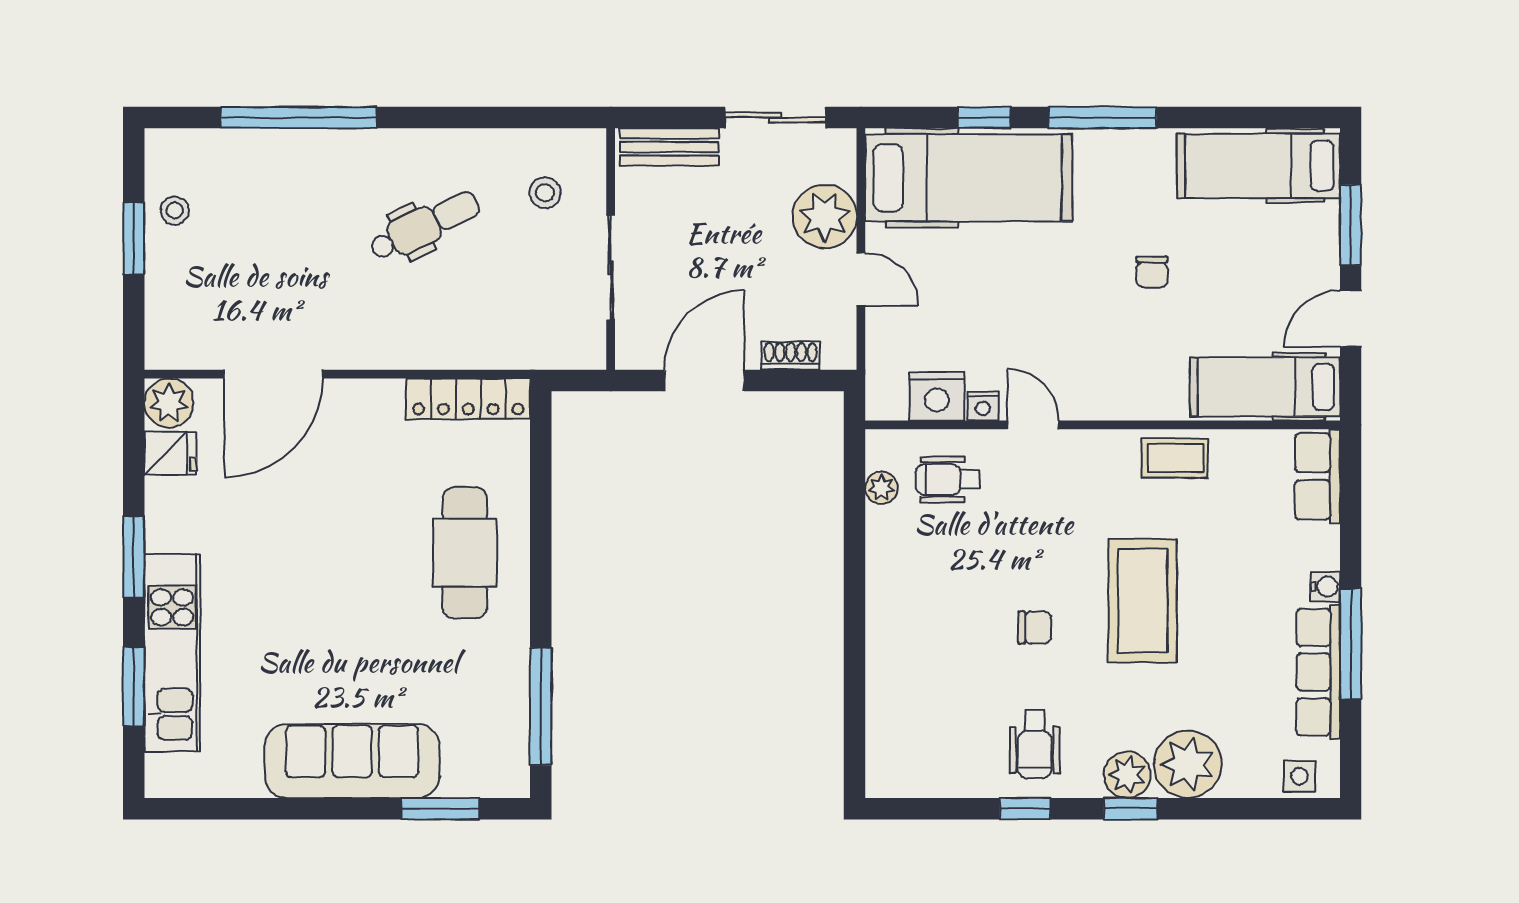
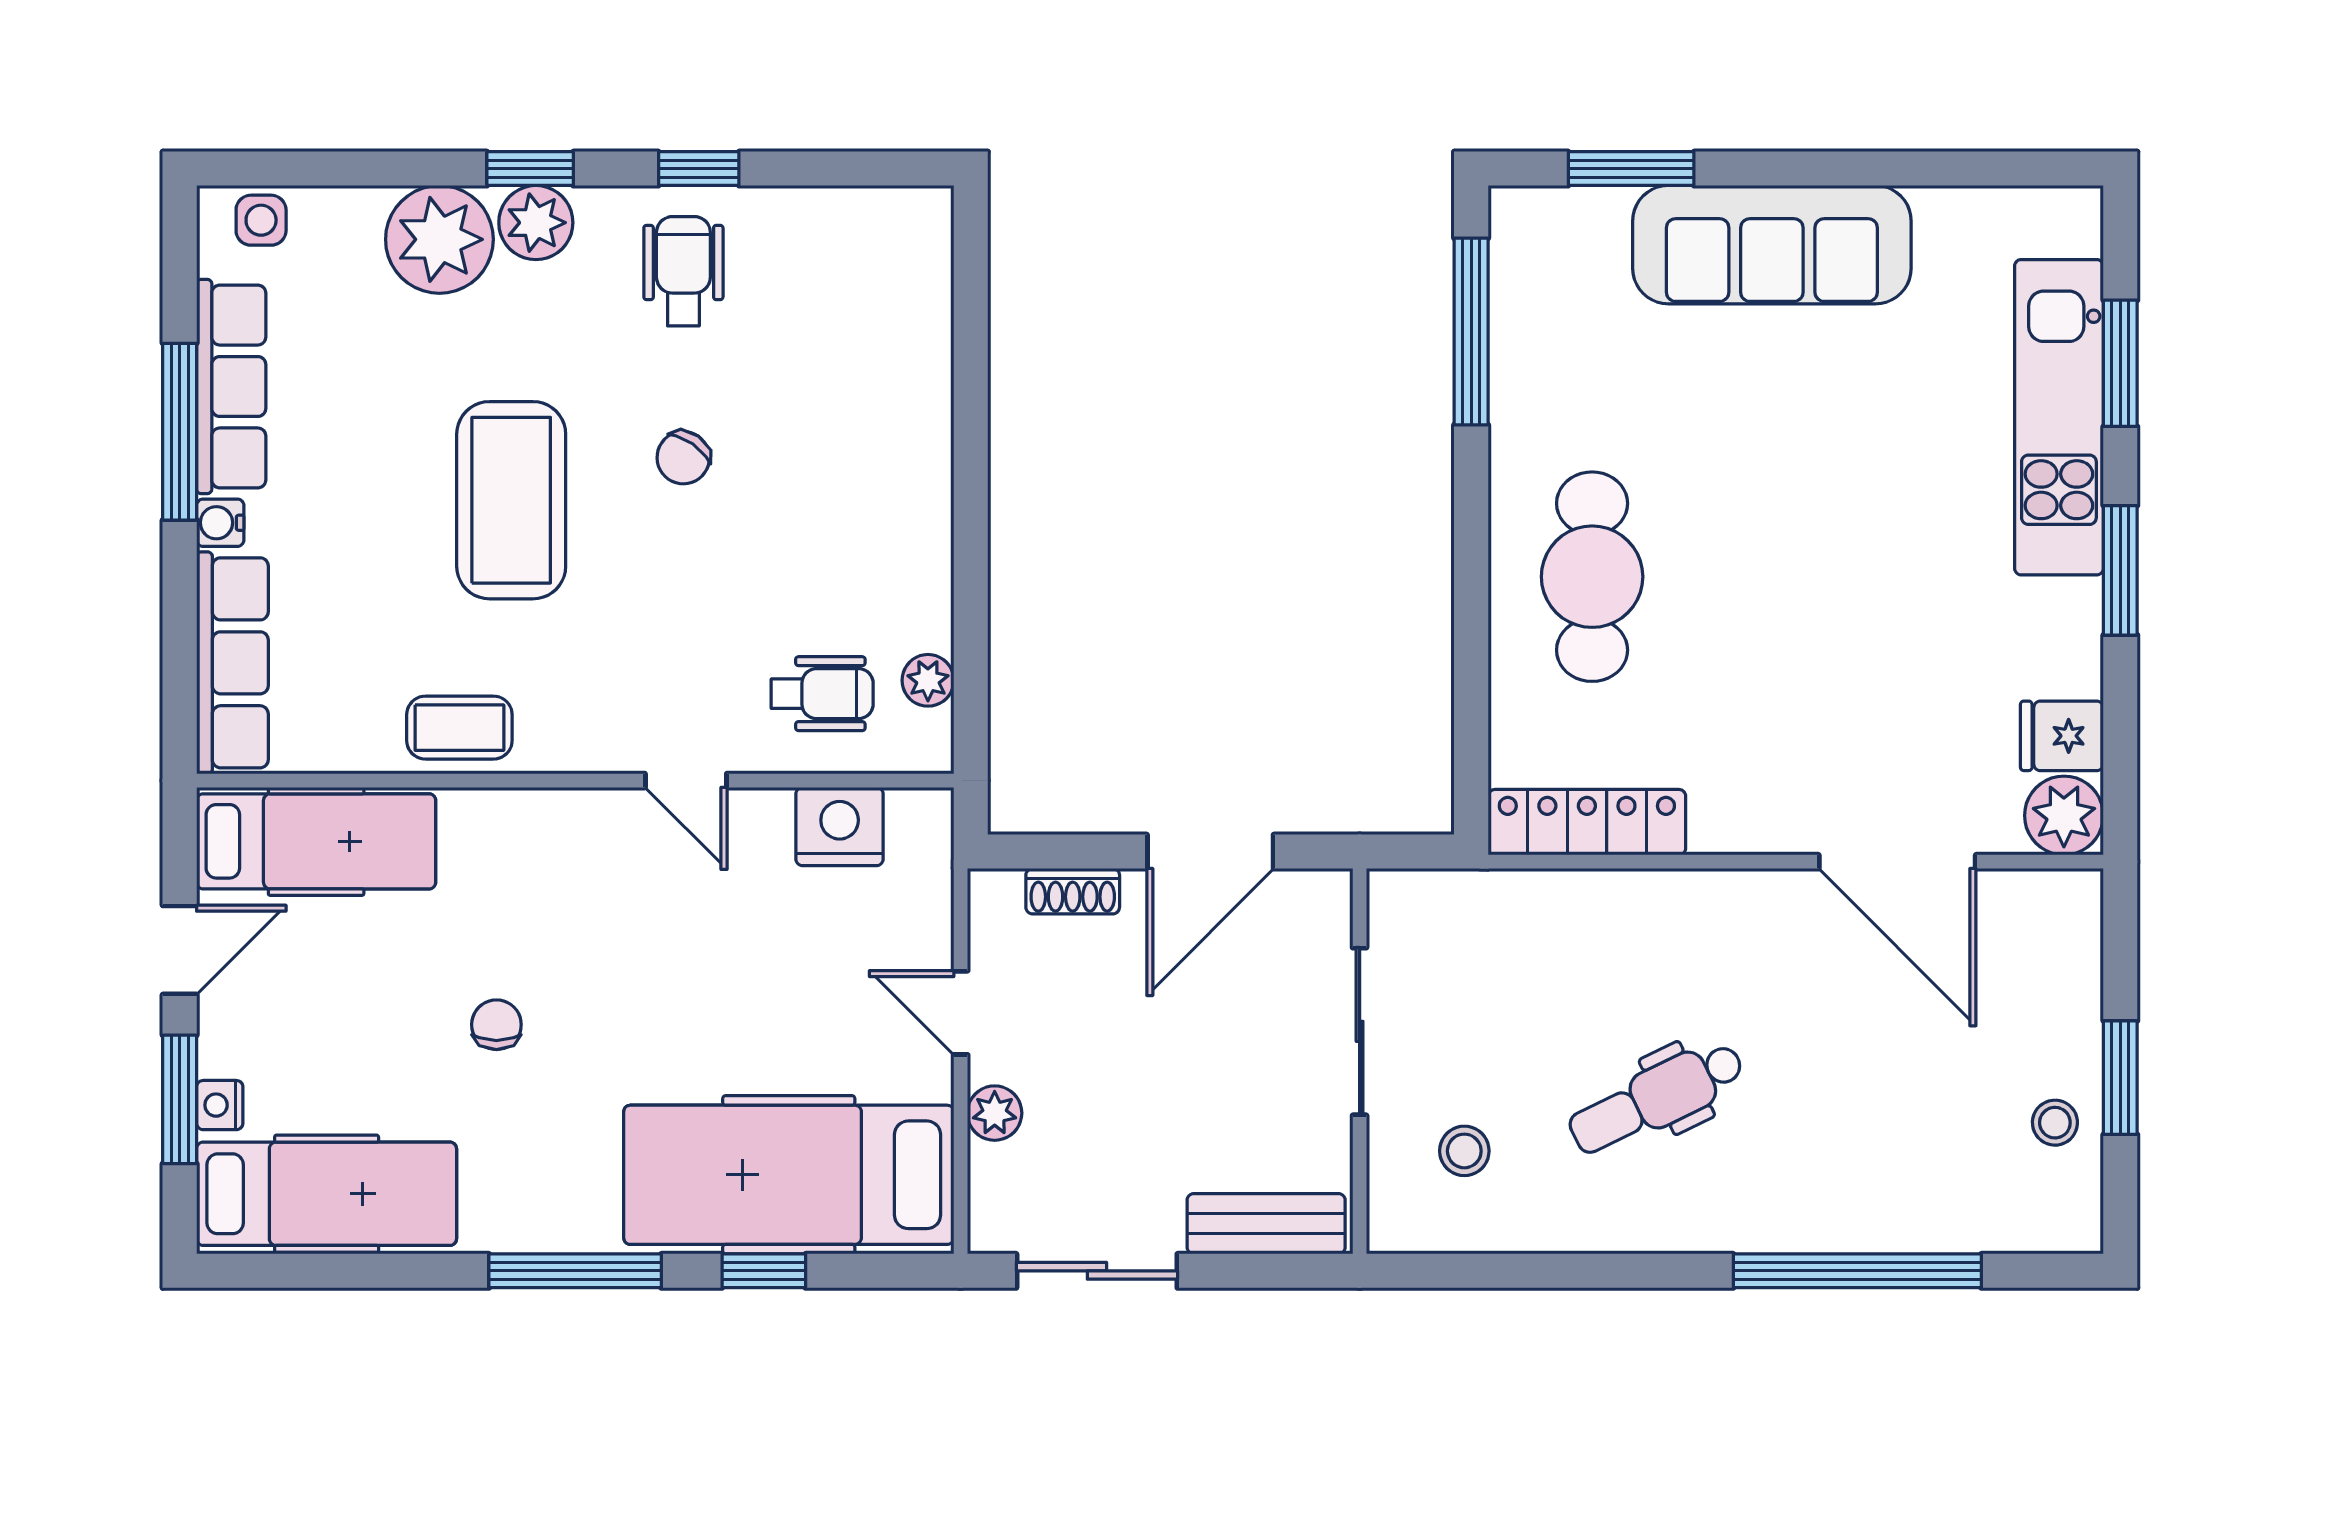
plant: (825, 216) -> (995, 1113), width x0.53, depth x0.53
door: (274, 374) -> (1897, 862), swing flipped
nightstand: (983, 406) -> (220, 1105), moved, turned -90
row of seats: (1318, 476) -> (232, 663), width x1.48
chair: (1035, 627) -> (683, 458), turned -55

